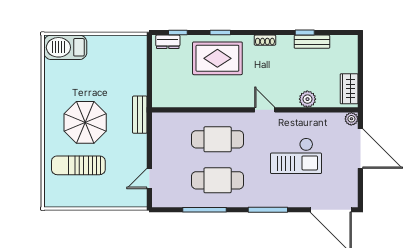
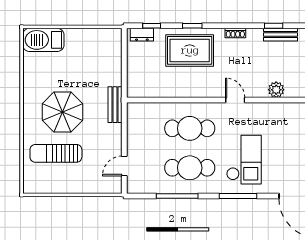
checkout: (296, 156) -> (244, 160), moved, turned -90

